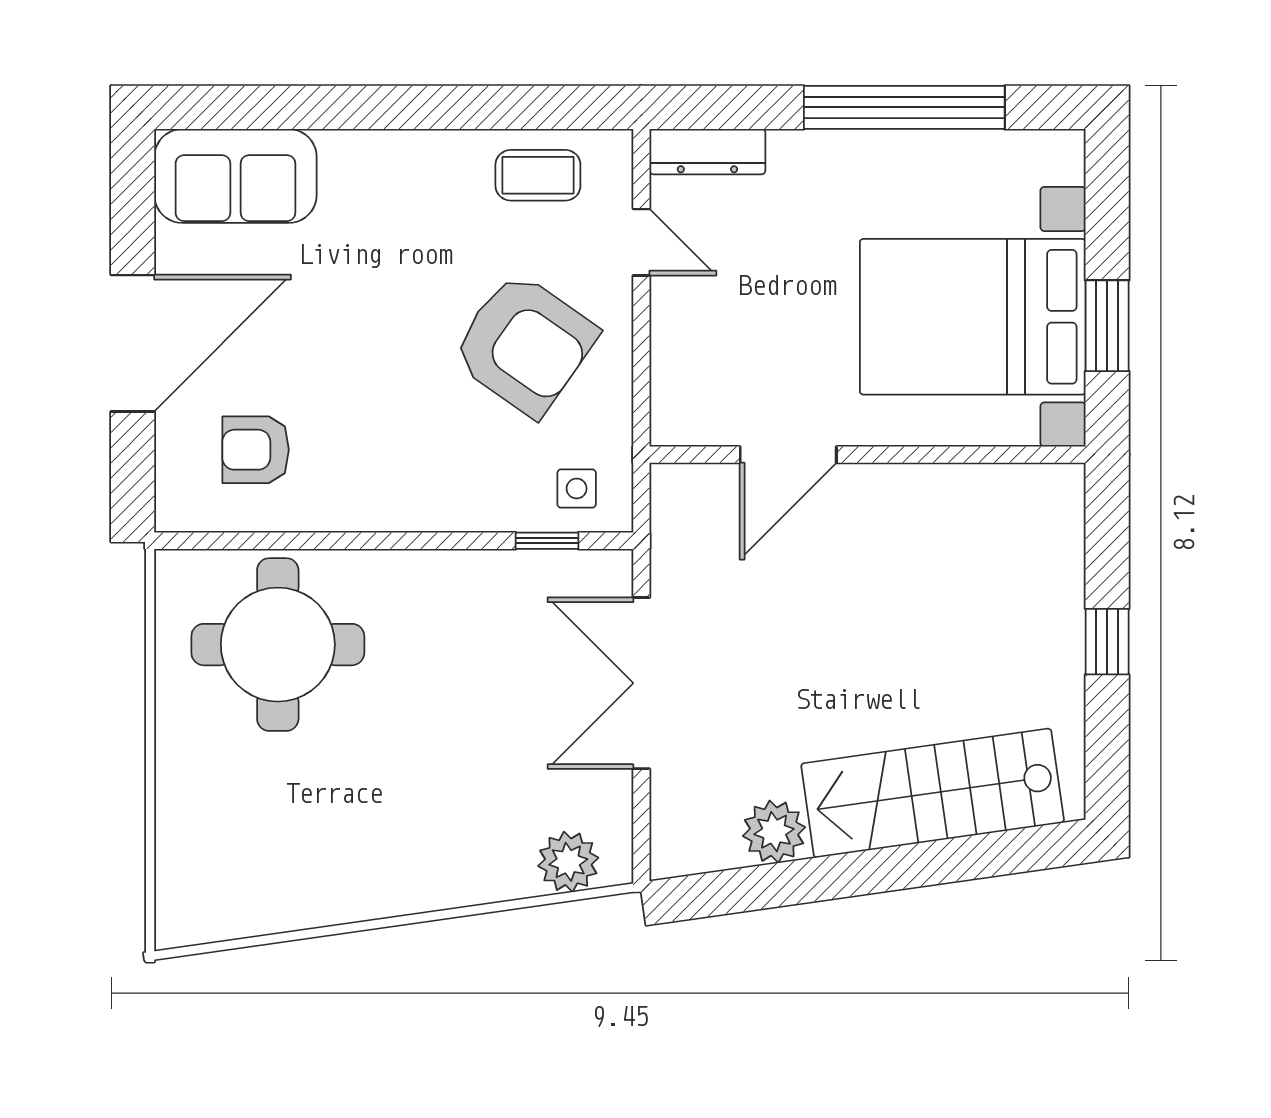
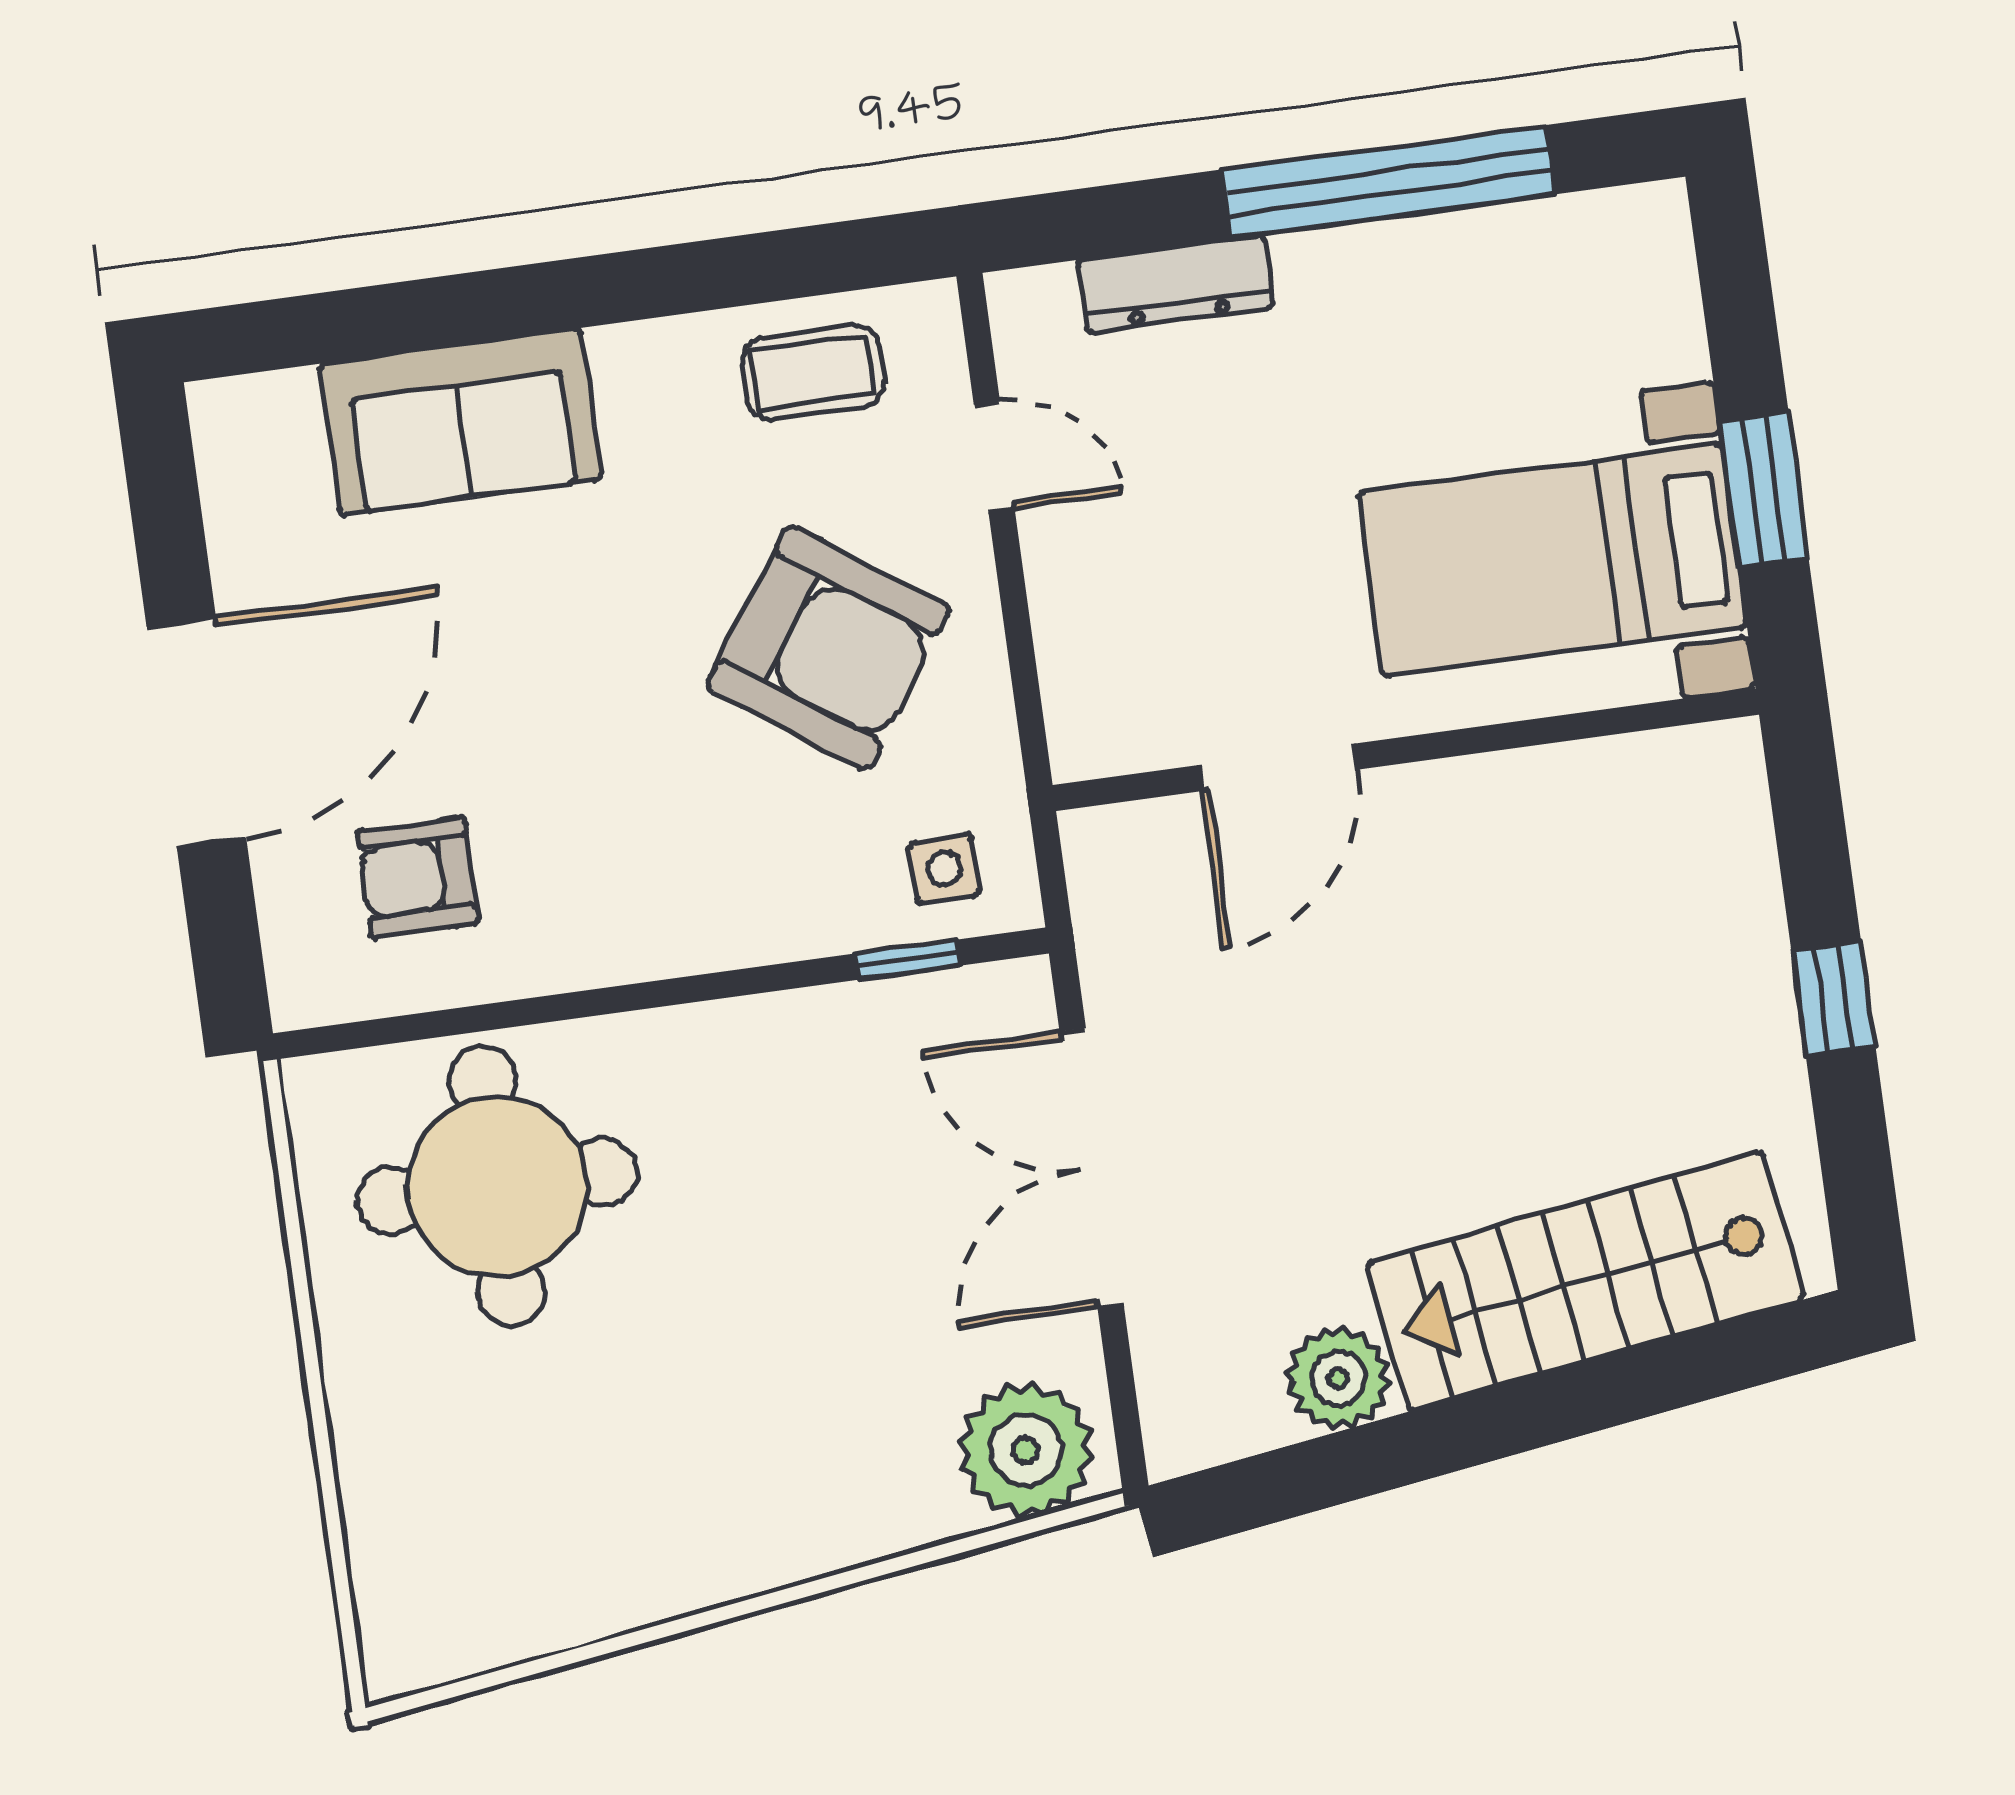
dresser: (707, 152) -> (1175, 284), moved
sofa: (235, 176) -> (461, 422), moved
bed with nightstands: (973, 317) -> (1552, 560), width x0.73
plant: (568, 862) -> (1026, 1450), width x1.36, depth x1.36

